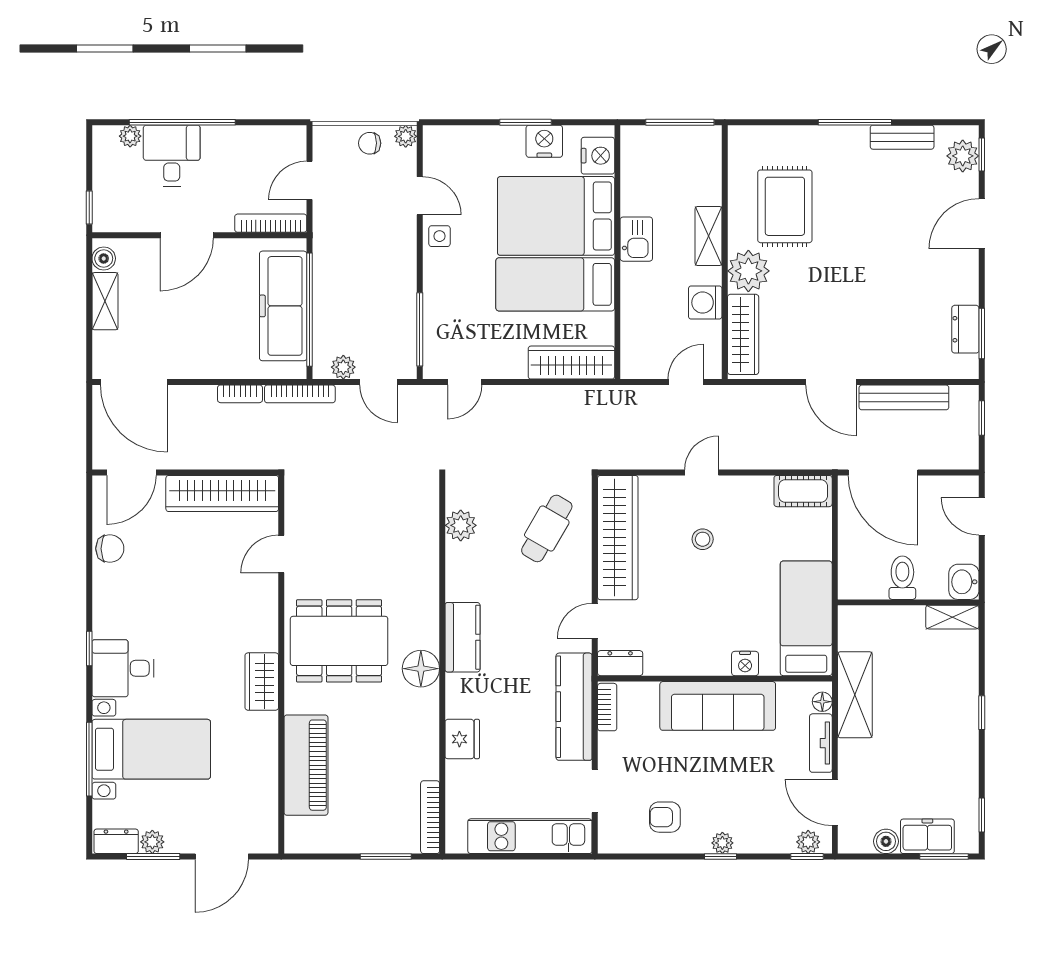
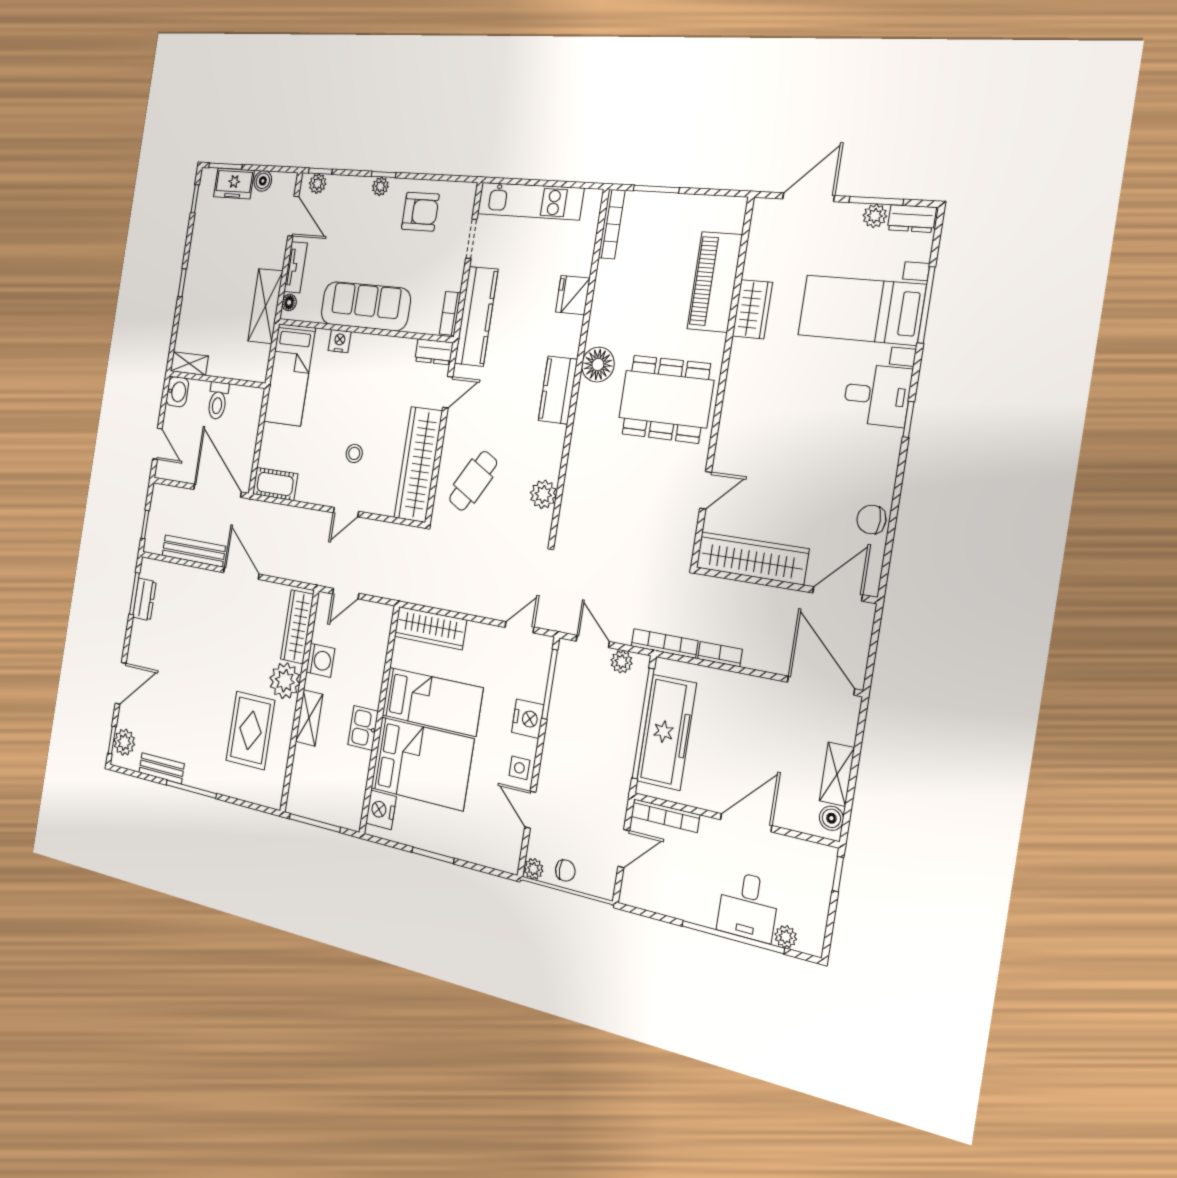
nightstand: (544, 141) -> (528, 719), moved, turned -90
wardrobe: (262, 682) -> (752, 309), moved
armchair: (665, 817) -> (420, 212), width x1.38, depth x1.38

